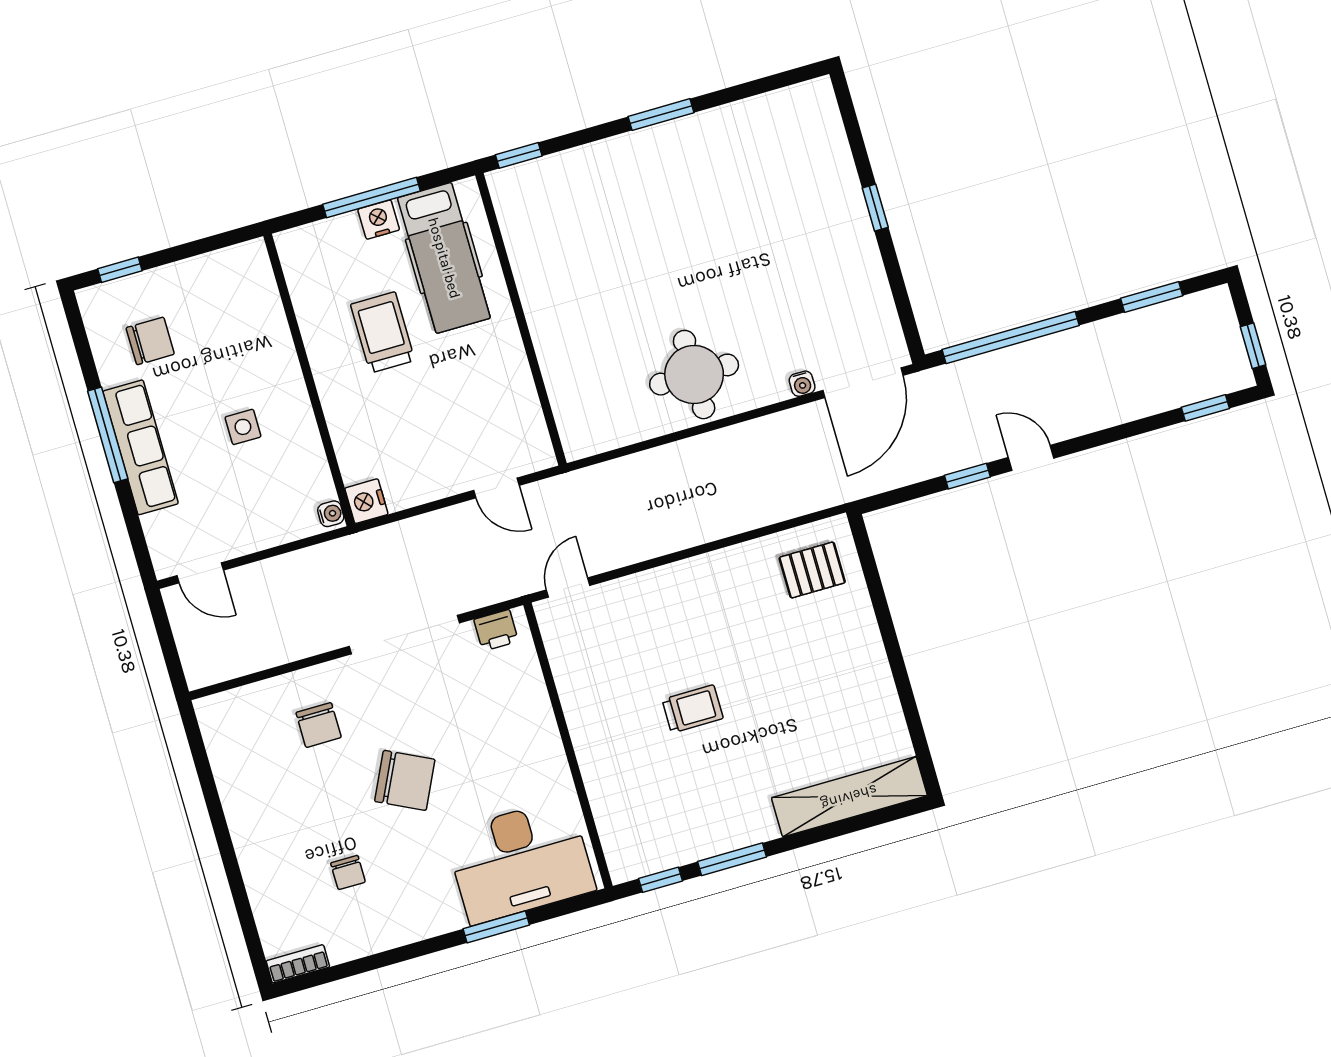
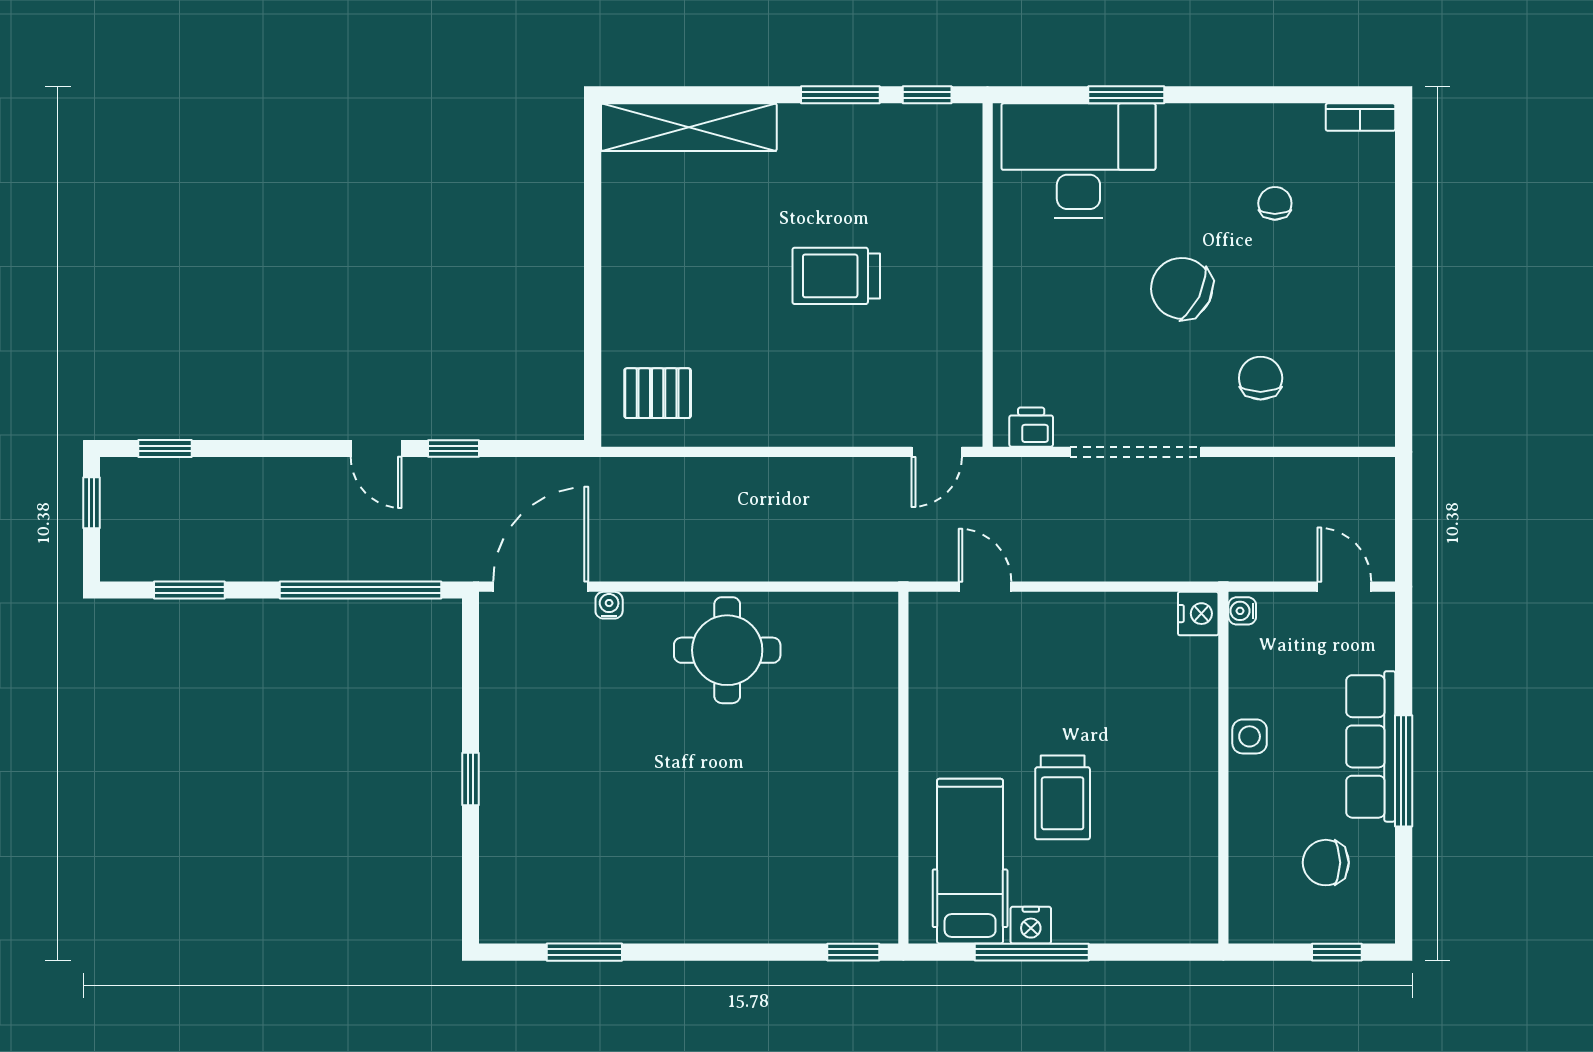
window: (661, 115) -> (584, 952), moved
wall: (309, 380) -> (1223, 768), moved
nightstand: (366, 501) -> (1198, 614), moved
water cooler: (331, 514) -> (1242, 611), moved
trolley: (693, 709) -> (836, 276), width x1.36, depth x1.39

